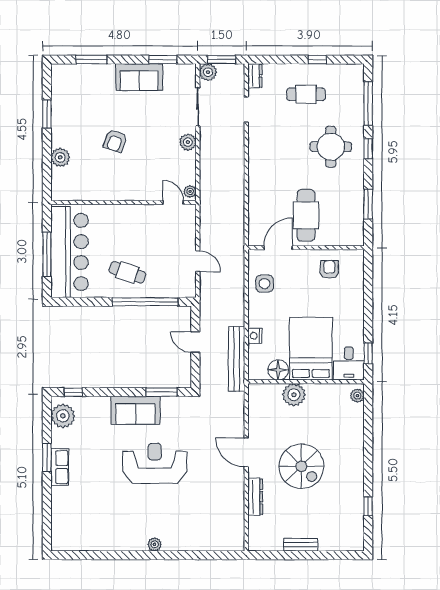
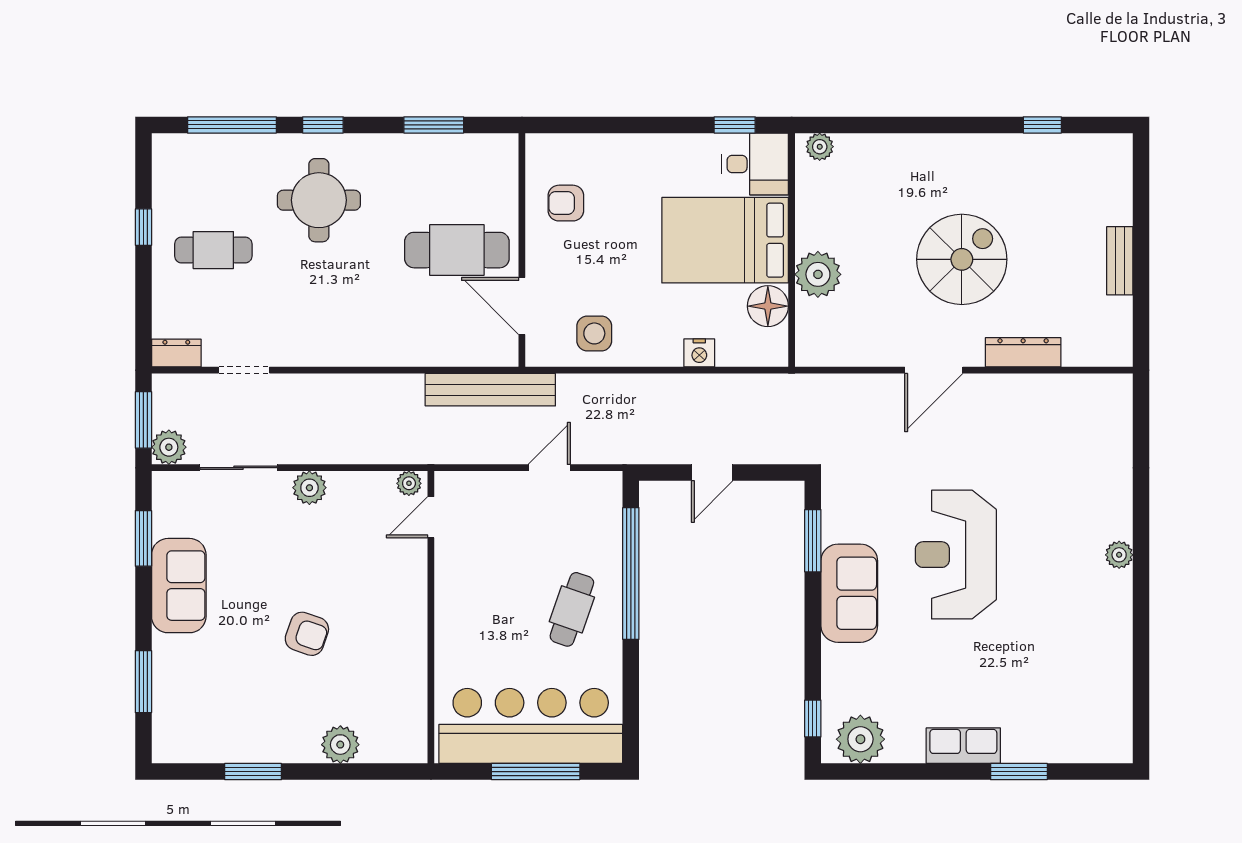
cafe table: (306, 94) -> (213, 250), turned 90
bench: (237, 359) -> (490, 390), moved
window: (47, 457) -> (1019, 772), moved

